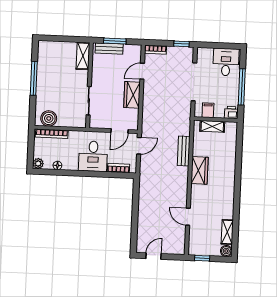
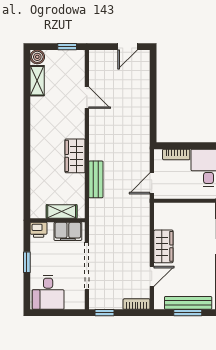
bench: (109, 49) -> (188, 303), width x1.36
window: (242, 87) -> (27, 262), width x0.46
filing cabinet: (208, 110) -> (68, 231), width x2.00
door: (119, 131) -> (177, 201), removed

